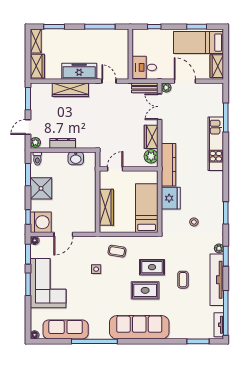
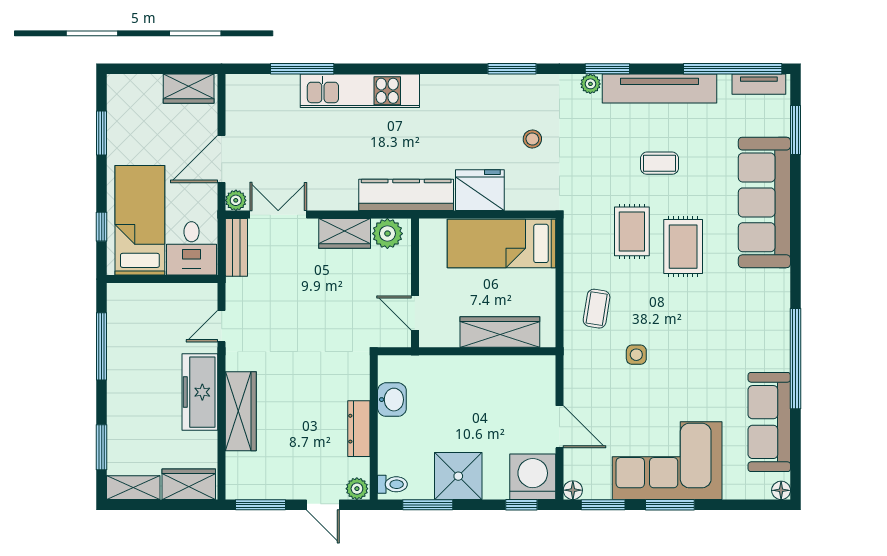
bed: (198, 43) -> (140, 220), moved, turned 180
double door: (160, 107) -> (278, 215), swing flipped
sofa: (139, 327) -> (764, 202), moved

